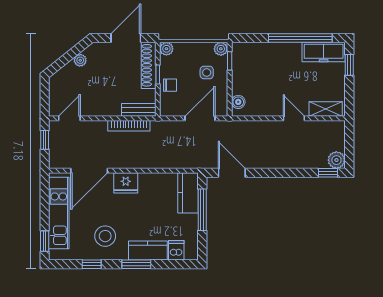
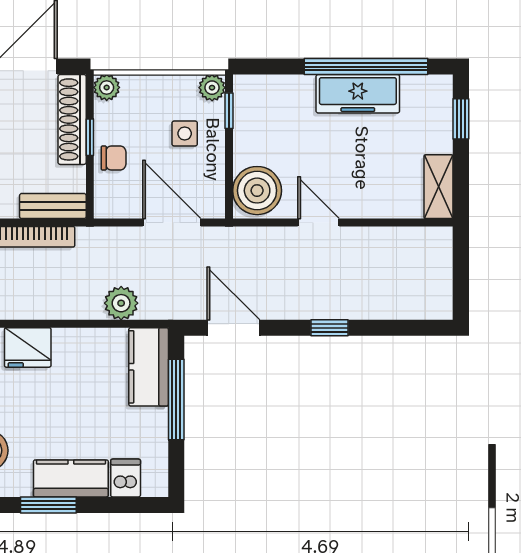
freezer: (324, 52) -> (358, 94), moved
boiler: (238, 102) -> (257, 191), width x1.86, depth x1.86
shelving: (326, 109) -> (439, 187), moved, turned 90
door: (200, 118) -> (172, 222), hinge flipped
door: (294, 118) -> (319, 222), moved
plant: (336, 160) -> (121, 303), moved
window: (328, 173) -> (330, 328), moved

